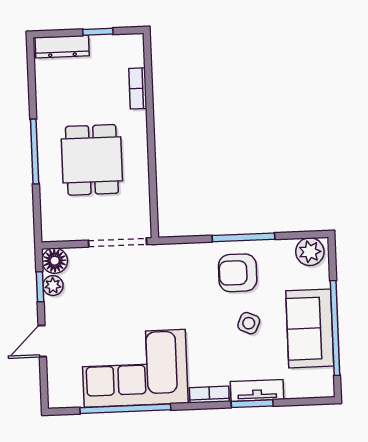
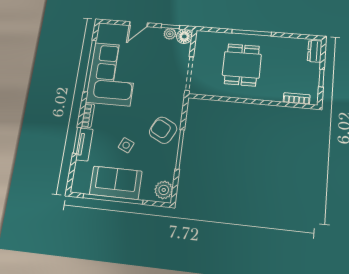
dresser: (62, 47) -> (315, 51), width x0.70
bookcase: (138, 88) -> (297, 99), moved
dining table: (92, 160) -> (242, 65), turned 90
armchair: (238, 273) -> (163, 130), moved, turned -63
door: (42, 341) -> (138, 24), swing flipped

